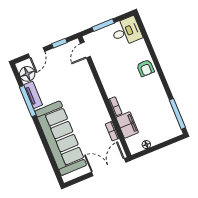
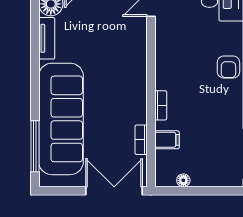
window: (28, 101) -> (35, 146), moved
filing cabinet: (127, 125) -> (167, 140), width x0.50

